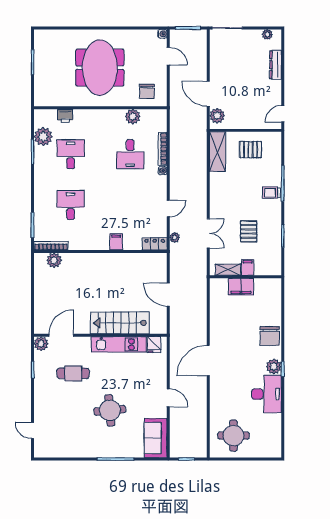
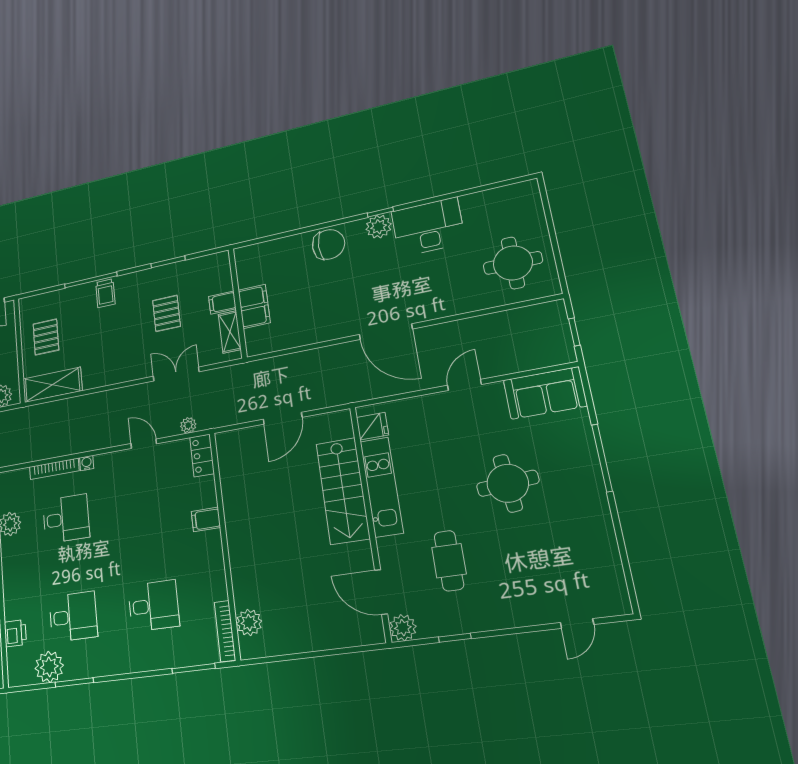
desk: (71, 154) -> (73, 617), turned 180
desk: (71, 205) -> (153, 606), turned 180
pallet: (249, 231) -> (166, 313), turned 90

